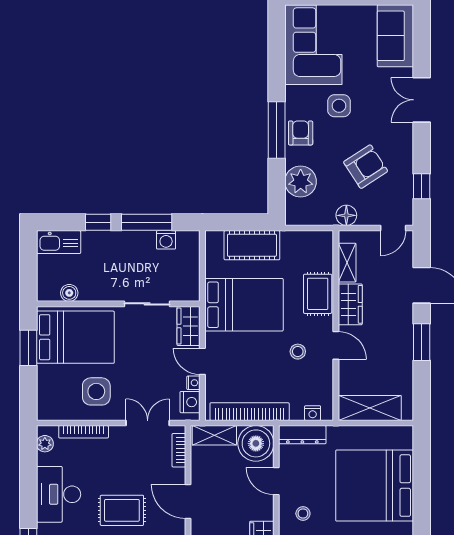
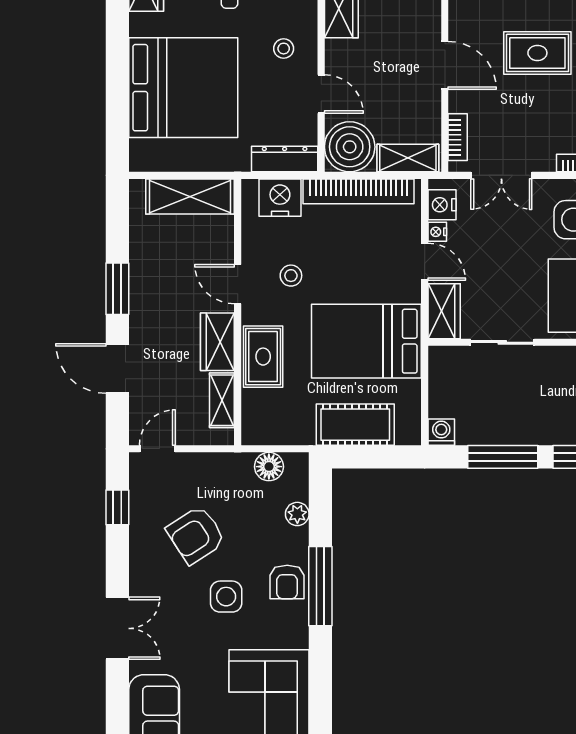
side table: (339, 106) -> (226, 597), moved
plant: (301, 181) -> (297, 514), width x0.53, depth x0.53
floor lamp: (346, 215) -> (269, 467), moved
washing machine: (166, 240) -> (441, 432), moved
nightstand: (313, 413) -> (280, 198), width x1.89, depth x1.79

